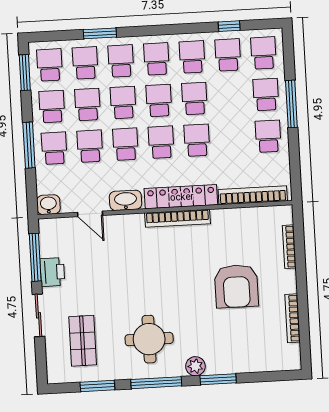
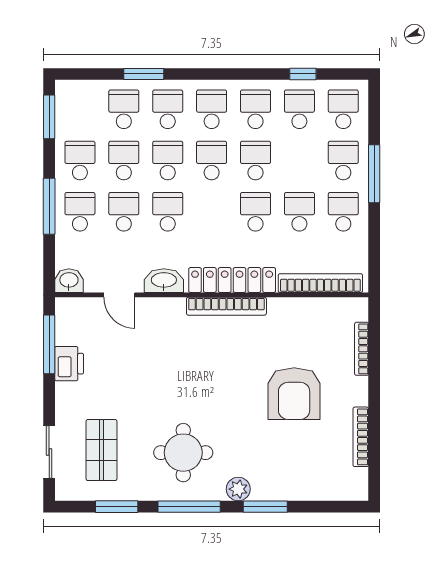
school desk: (50, 65) -> (80, 109), removed
school desk: (161, 142) -> (299, 212), moved
sliding door: (38, 315) -> (49, 452), moved

